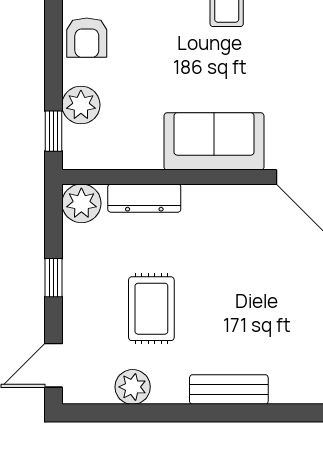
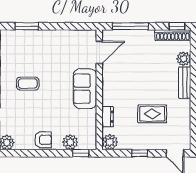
dresser: (144, 198) -> (108, 117), width x0.70
plant: (133, 387) -> (184, 59), moved

